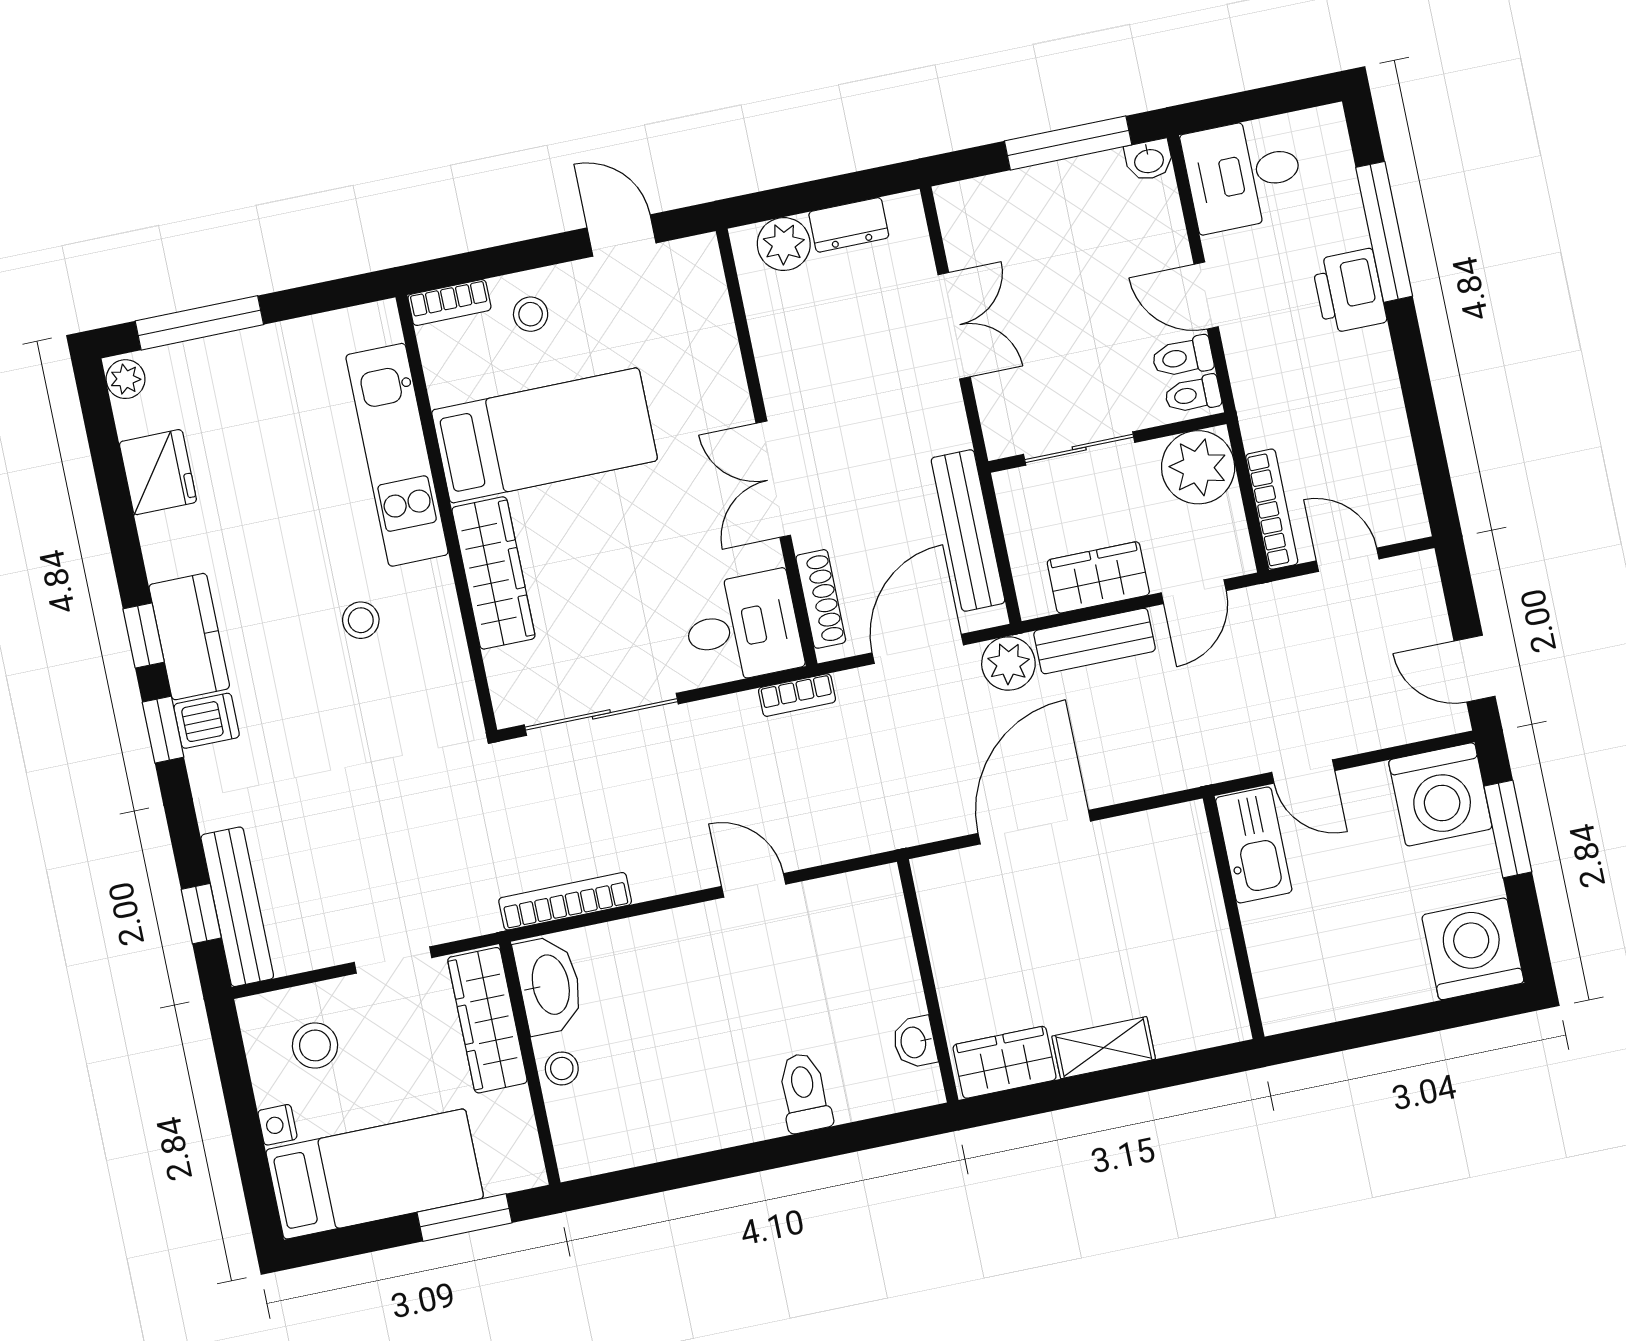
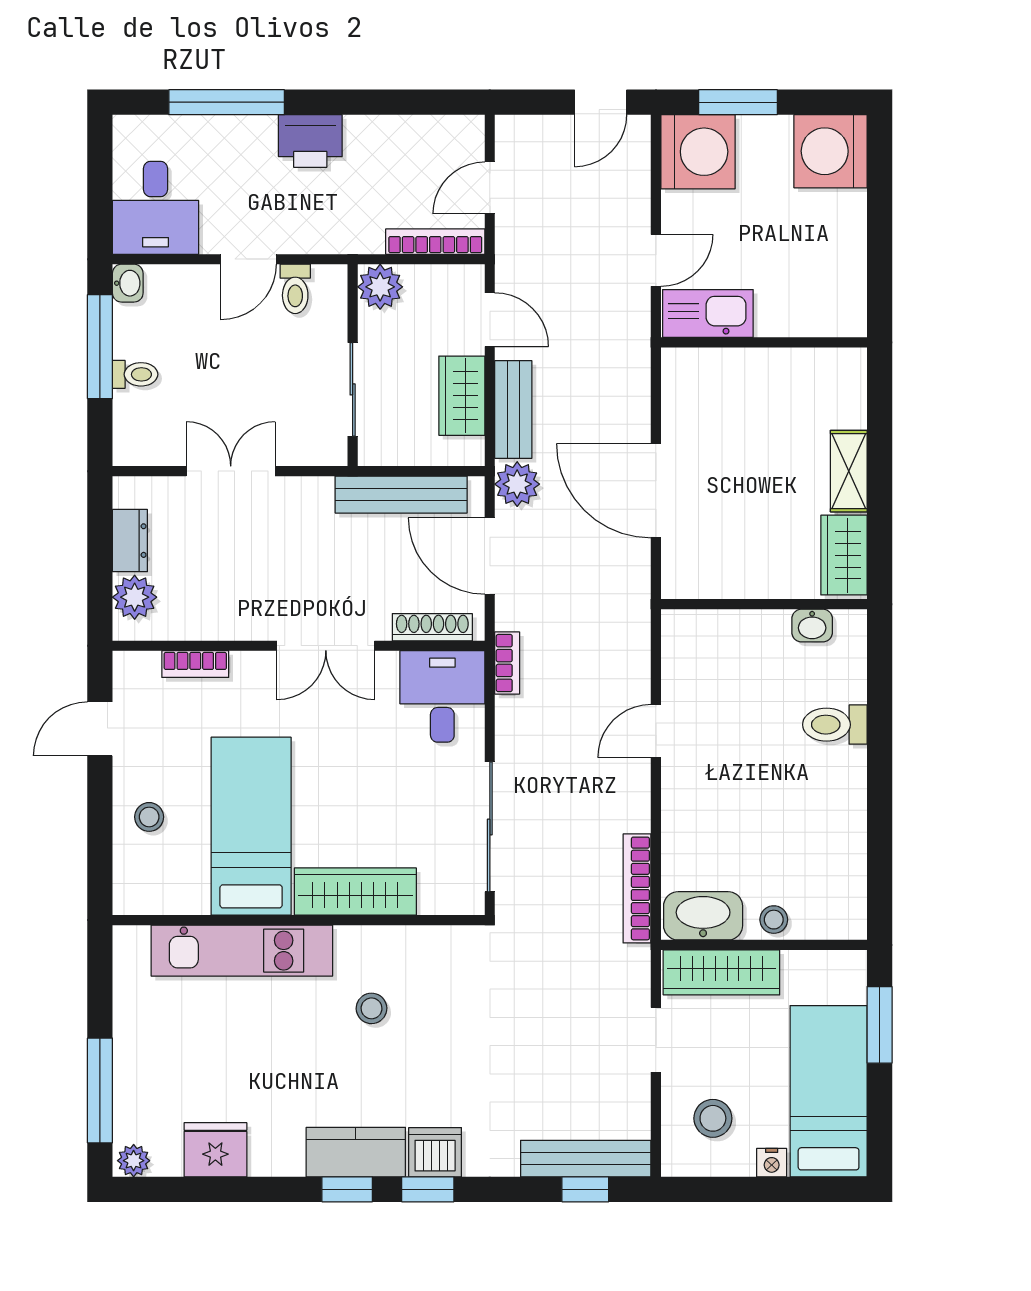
printer: (1349, 291) -> (310, 141), moved
bookcase: (449, 303) -> (195, 664), moved, turned 90
toilet: (1193, 394) -> (135, 374), moved, turned -90
plant: (1198, 467) -> (380, 287), width x0.73, depth x0.73
dishwasher: (207, 721) -> (435, 1152), width x1.38

